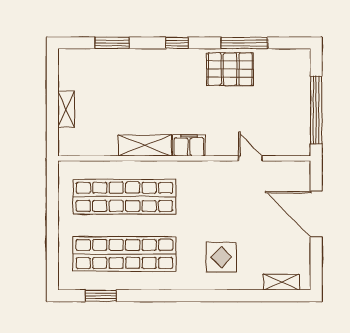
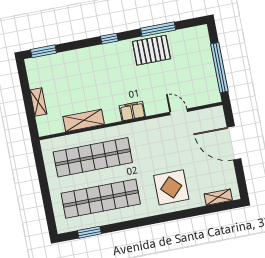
window: (112, 43) -> (43, 51), moved
shelving: (145, 145) -> (84, 120), moved
display table: (221, 257) -> (171, 187), width x1.36, depth x1.36

